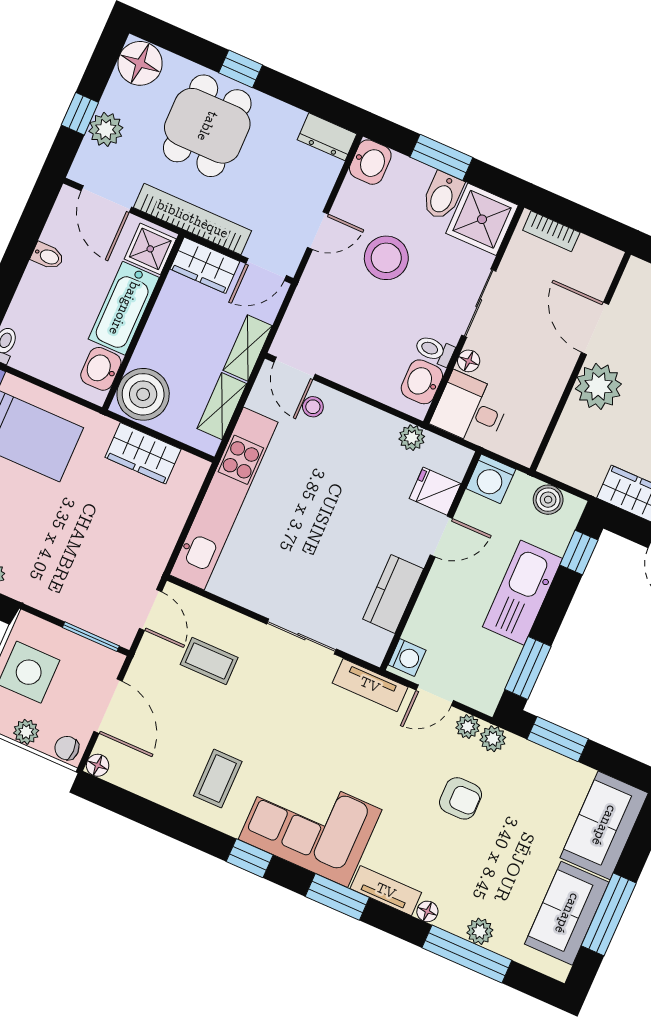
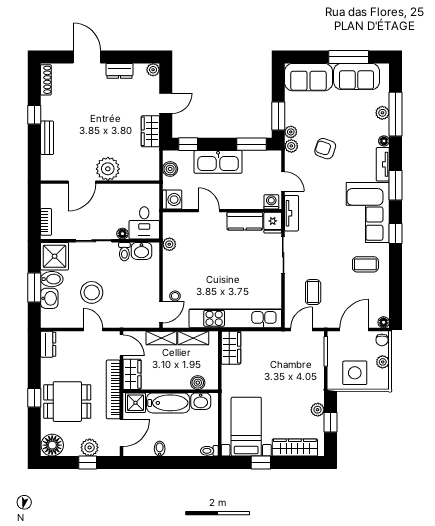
washbasin: (370, 162) -> (49, 298), moved, turned 90
boiler: (143, 394) -> (198, 383), width x0.54, depth x0.54
wardrobe: (143, 453) -> (231, 348), moved
fridge: (435, 491) -> (273, 223), moved
plant: (468, 727) -> (291, 132), moved
armchair: (461, 798) -> (325, 149), turned -71

